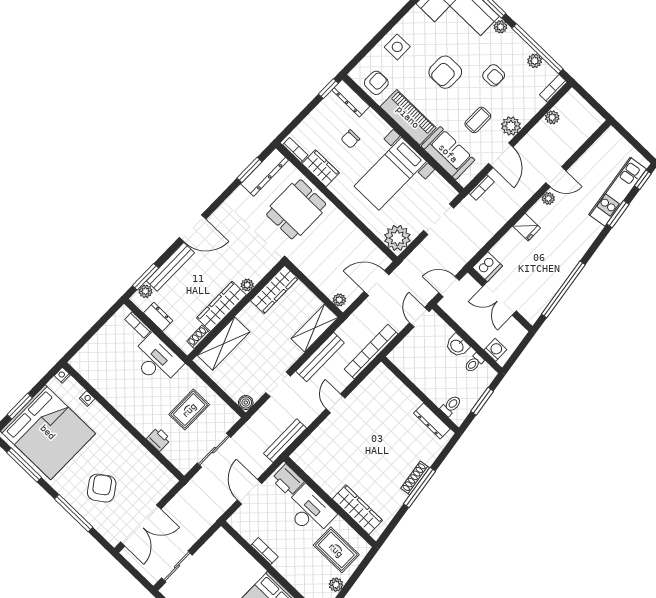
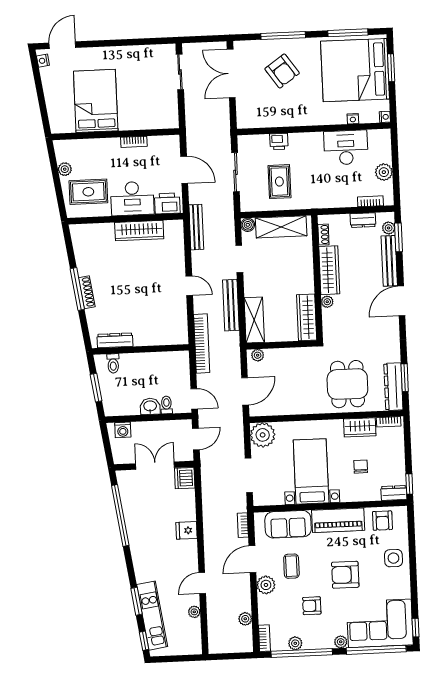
armchair: (445, 72) -> (345, 575), turned -90
dresser: (351, 98) -> (394, 493), width x0.70
door: (501, 155) -> (252, 559), hinge flipped
plant: (548, 198) -> (194, 612), moved
plant: (106, 336) -> (384, 172), added
shelving: (224, 344) -> (281, 227), moved, turned 90
desk: (156, 360) -> (346, 148), moved, turned 180
toilet: (474, 363) -> (167, 405), moved
wardrobe: (357, 510) -> (139, 231), moved

